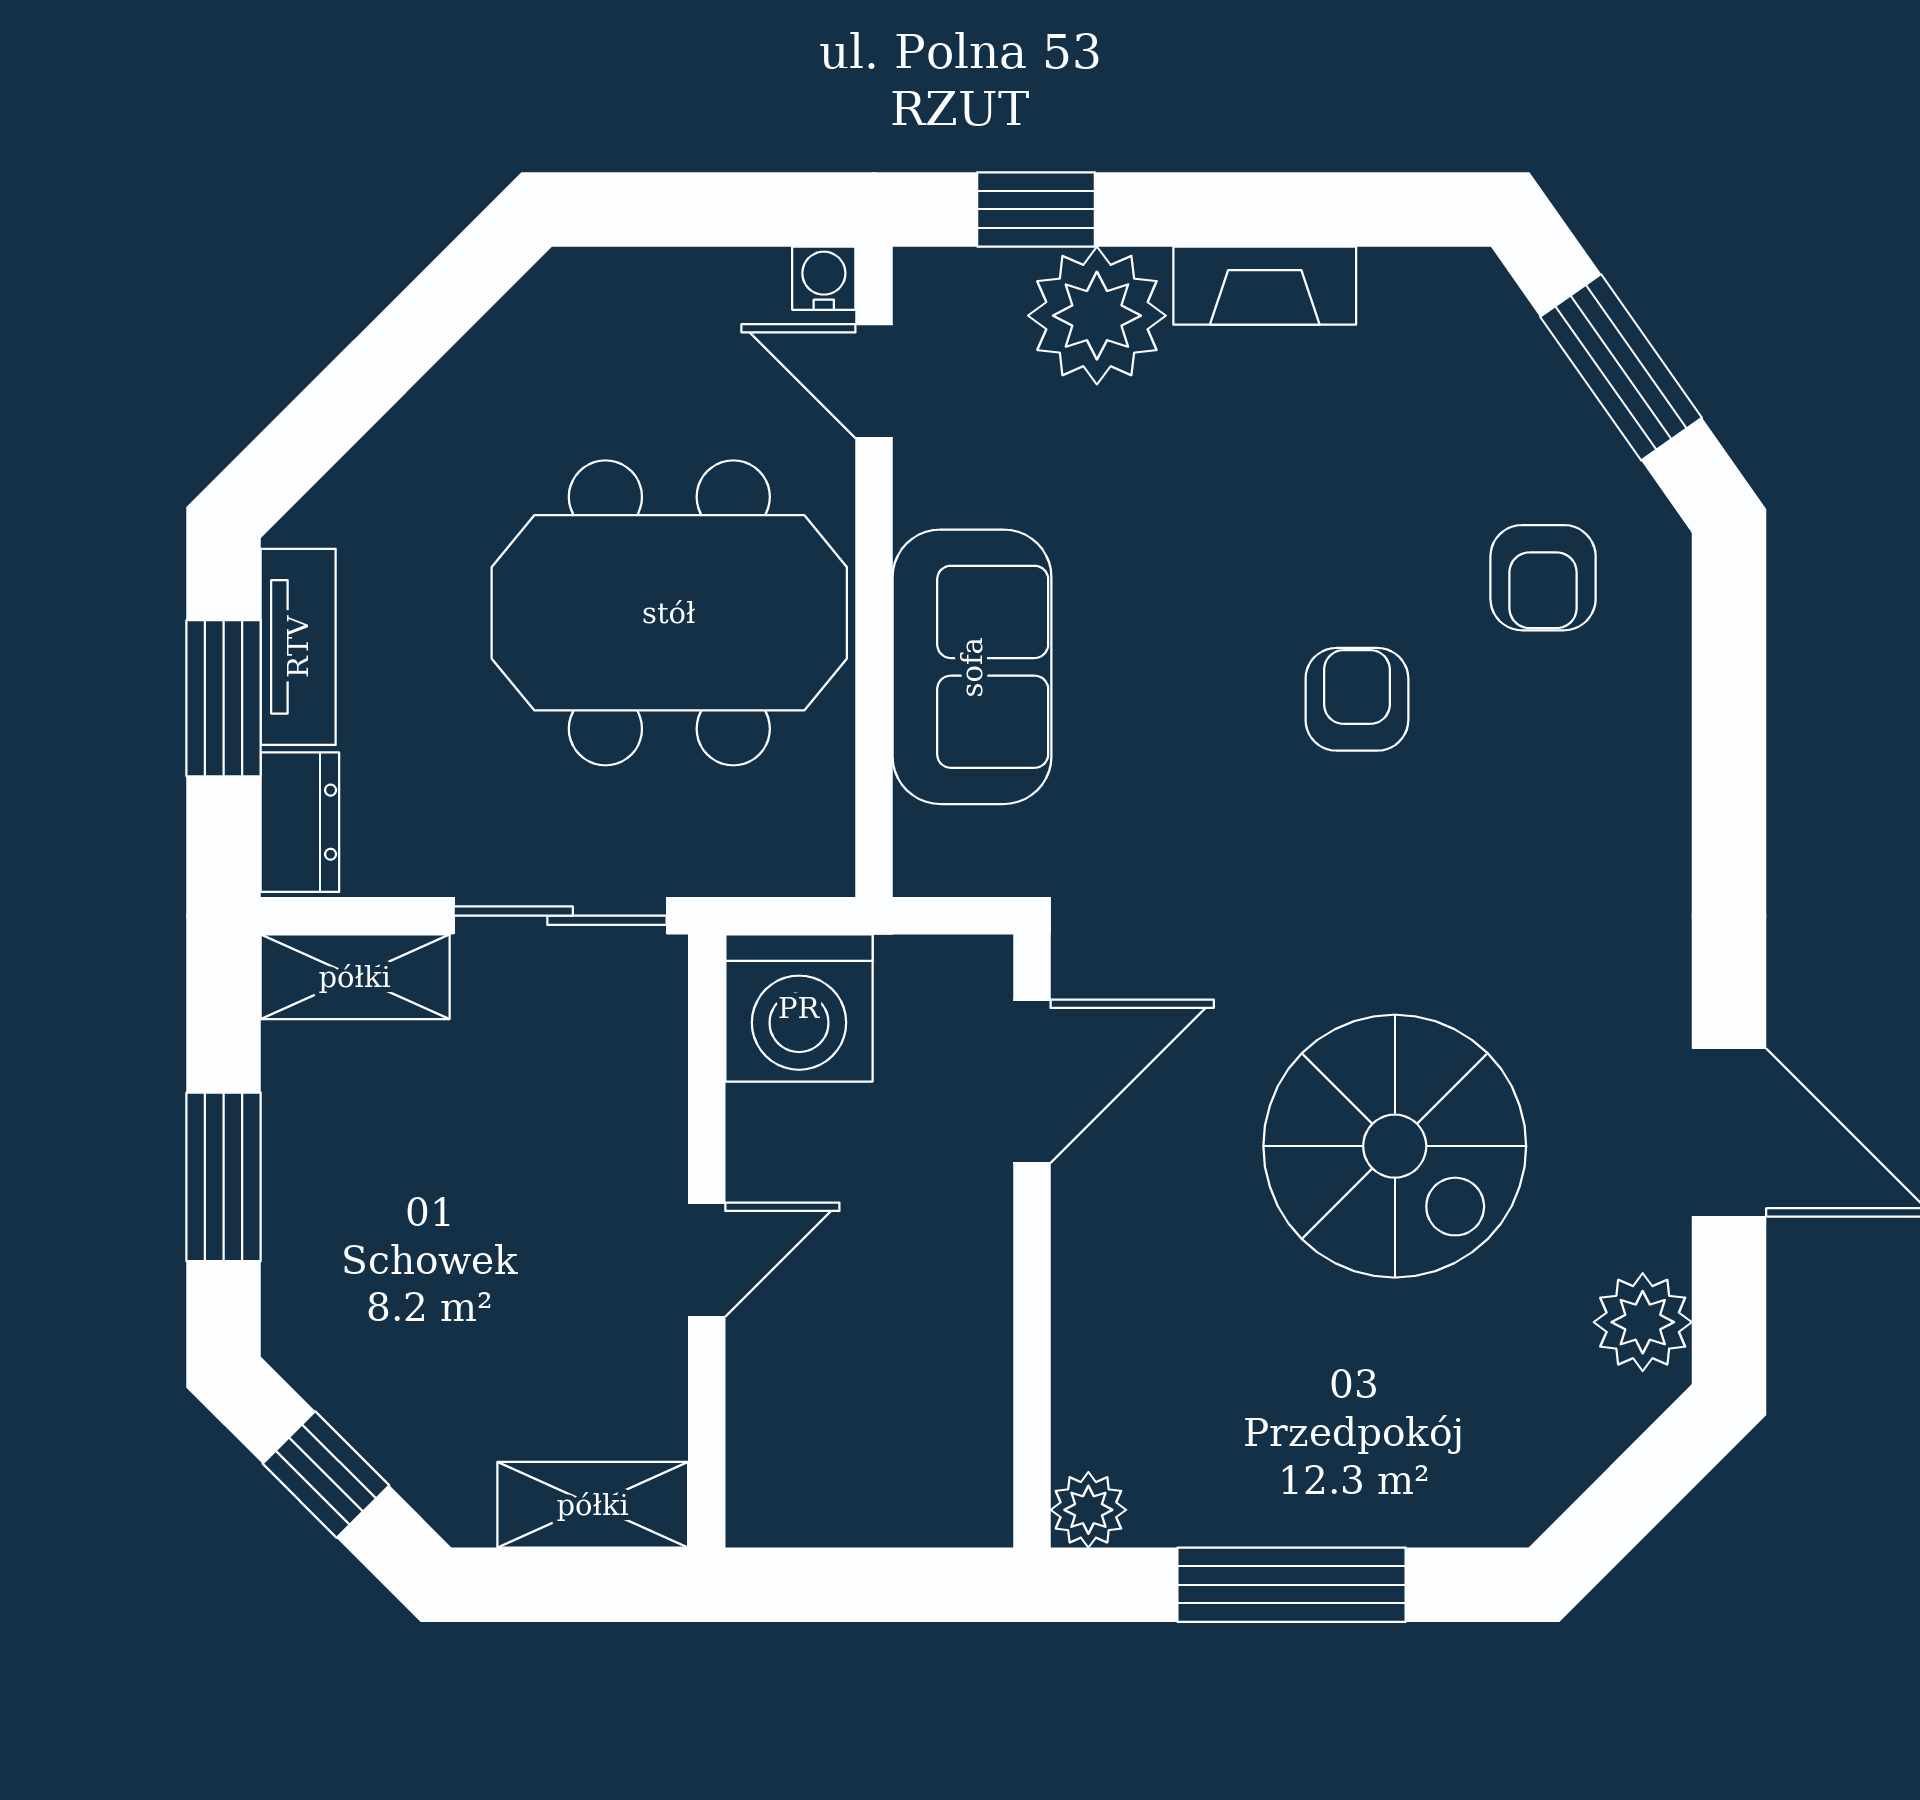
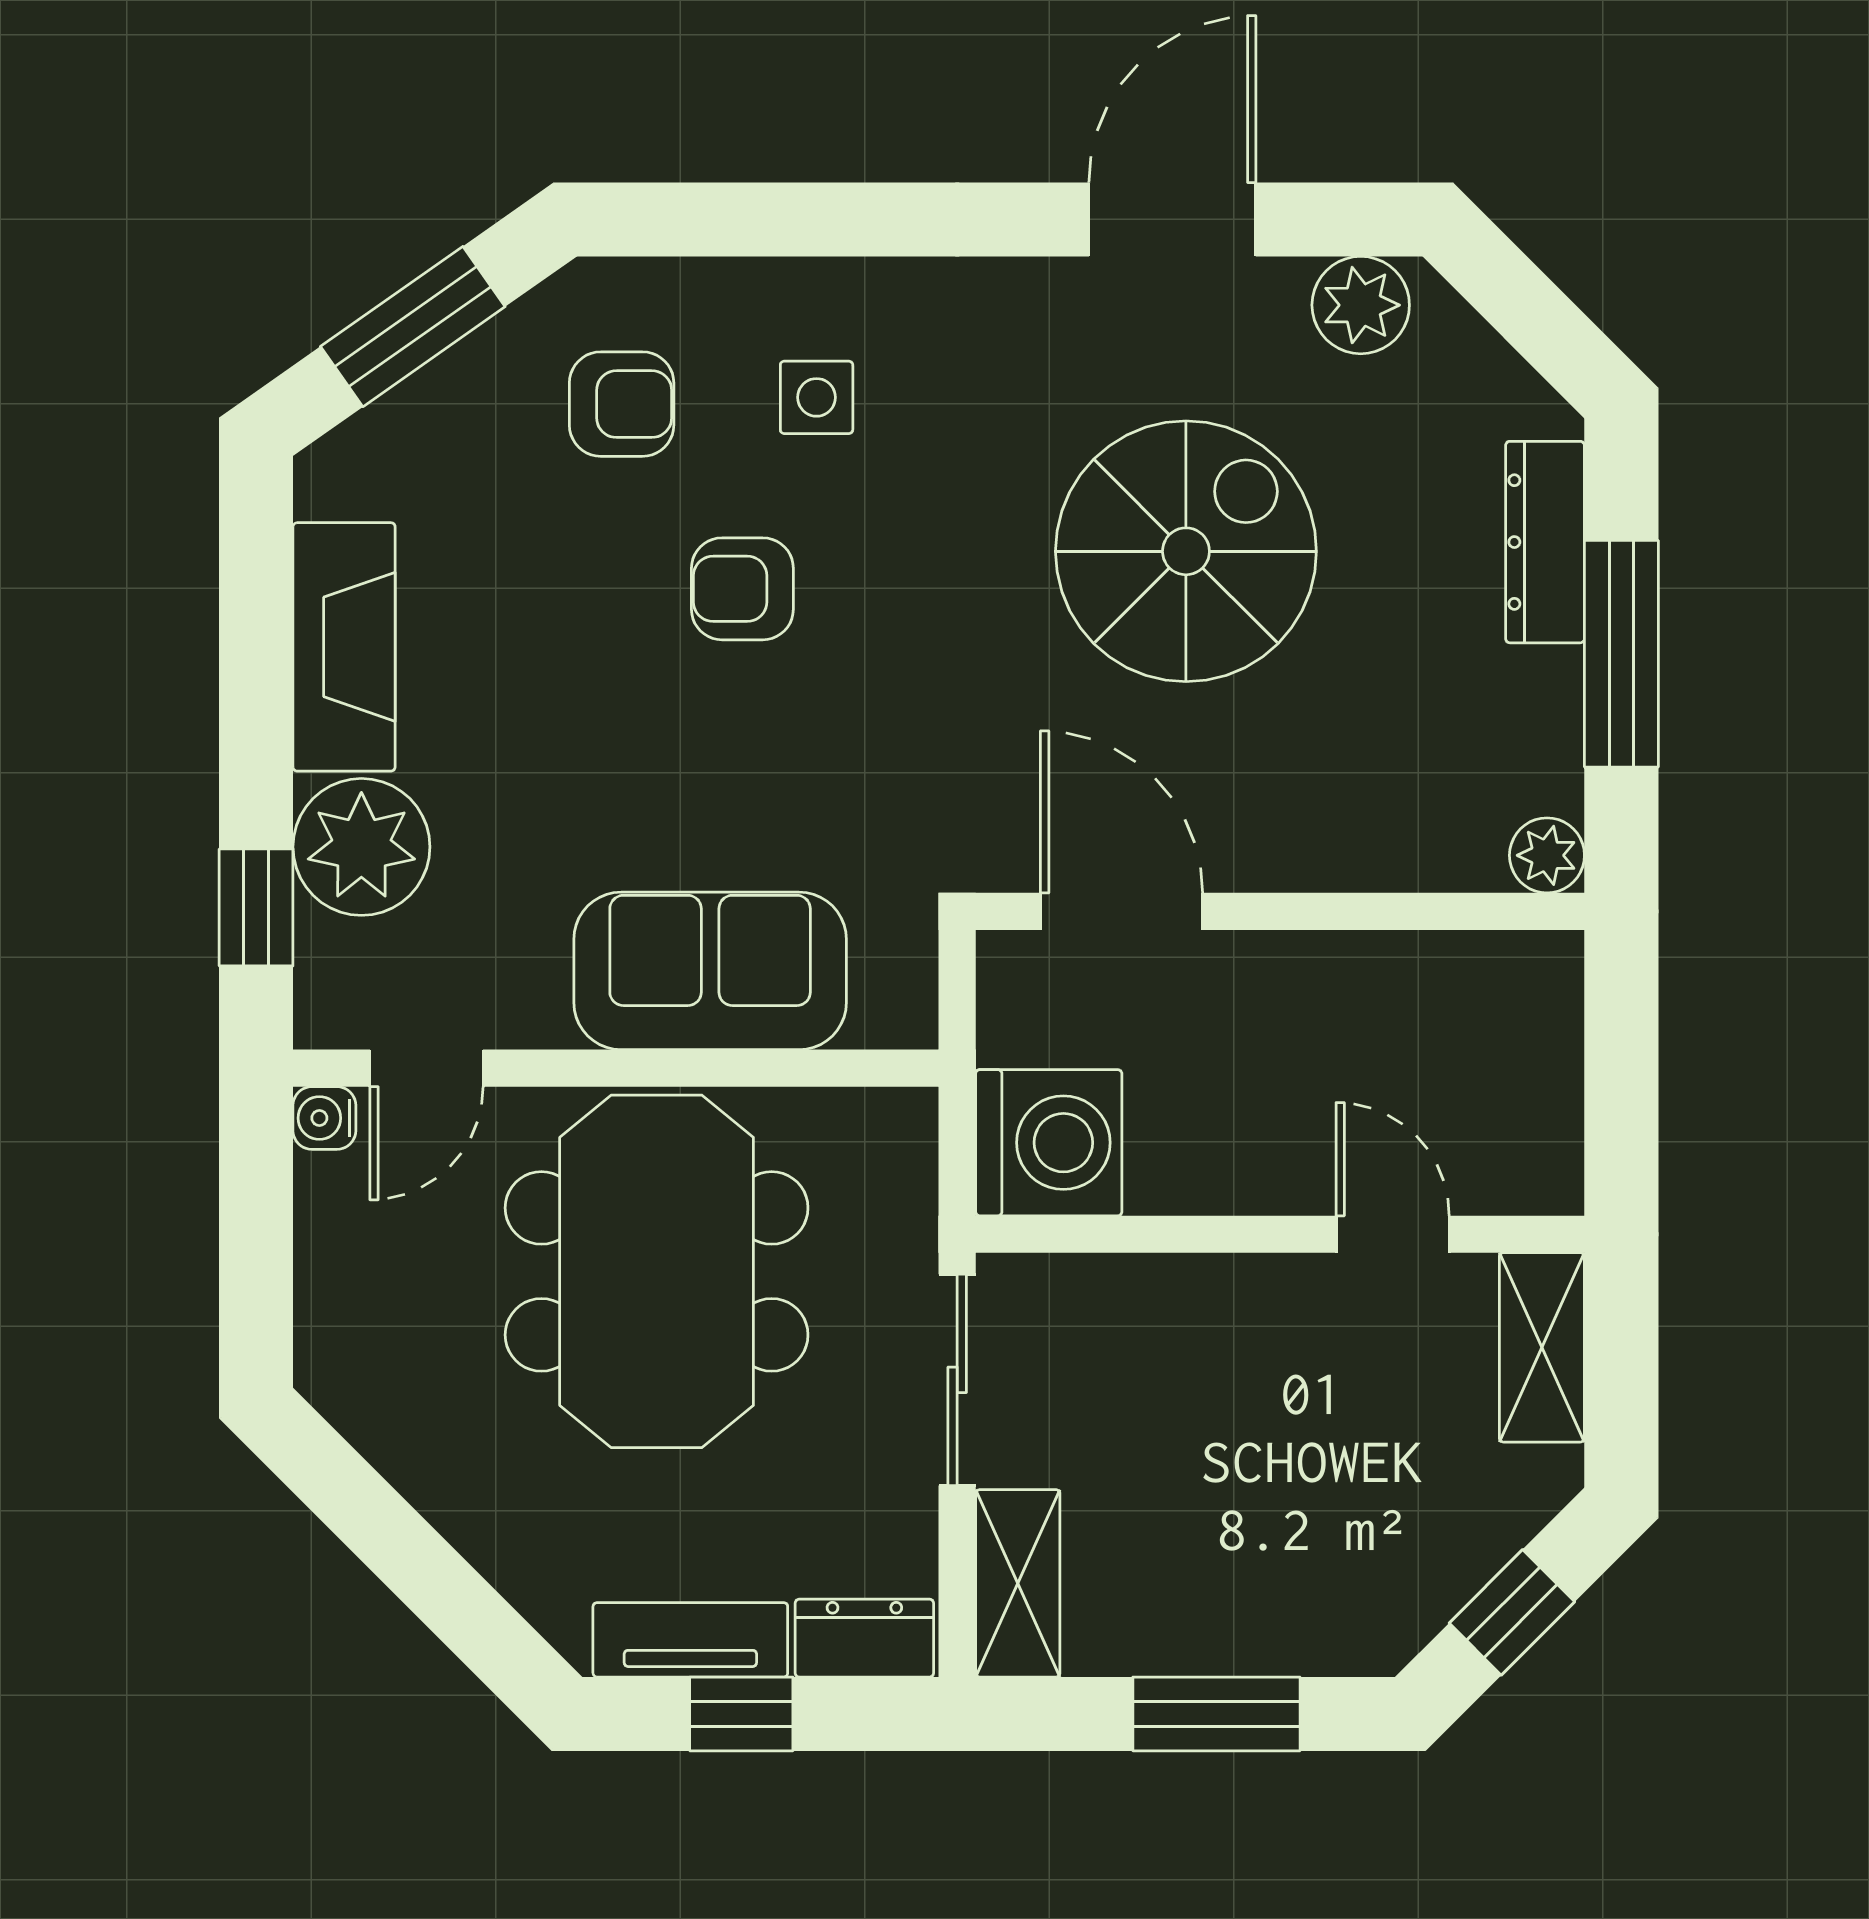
fireplace: (1265, 286) -> (344, 647), width x1.37, depth x1.32
window: (224, 698) -> (741, 1714), width x0.67
side table: (1550, 774) -> (817, 397), added
door: (707, 1260) -> (1393, 1234), moved
dresser: (1404, 1508) -> (1545, 542), added

